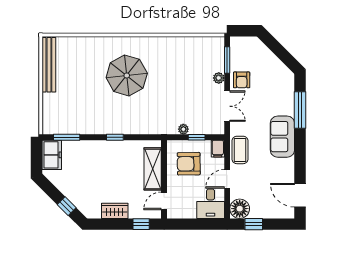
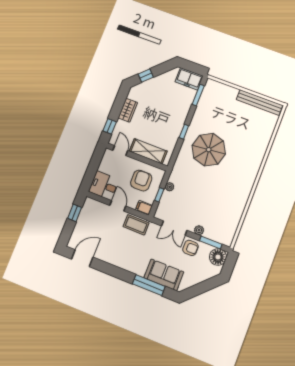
parasol: (127, 75) -> (209, 150), moved
armchair: (242, 80) -> (190, 248), turned 180
sofa: (282, 137) -> (164, 275), moved
floor lamp: (240, 209) -> (218, 257), moved

